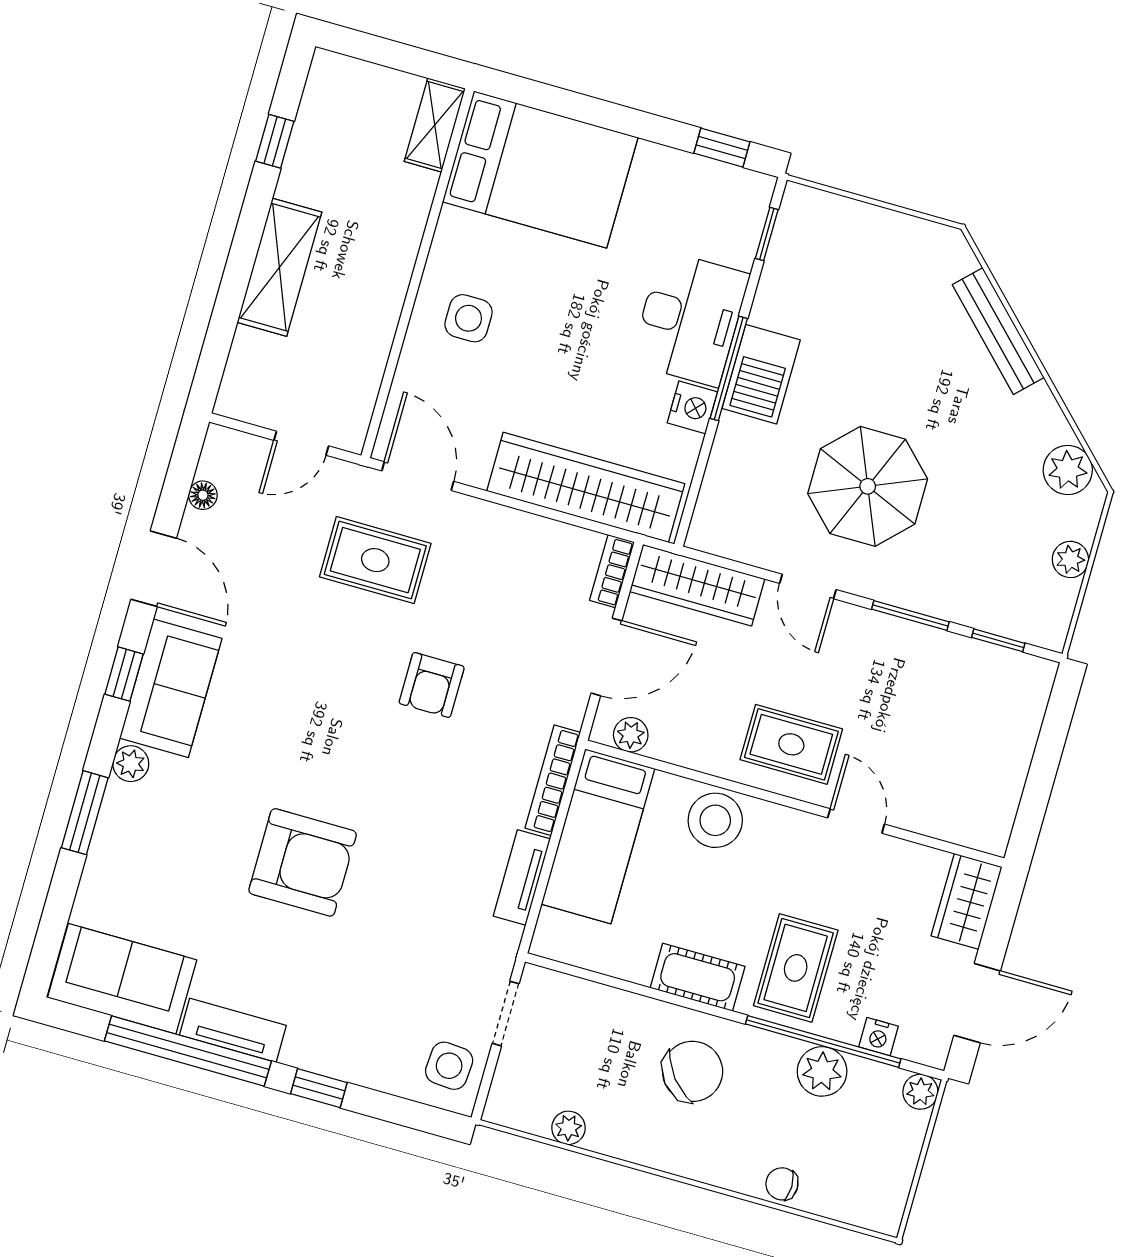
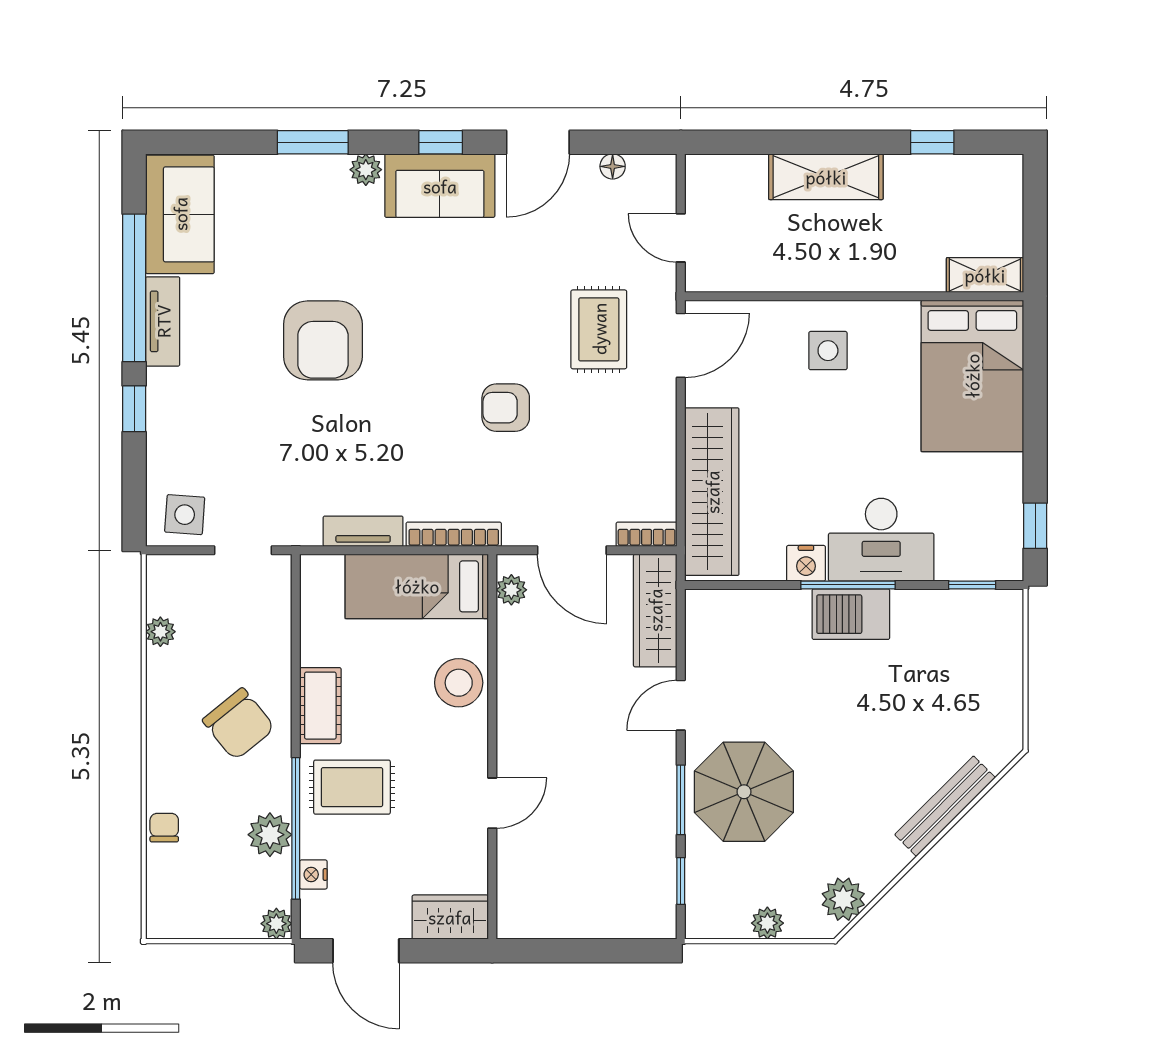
parasol: (868, 486) -> (744, 792), moved
rug: (791, 744) -> (542, 729), removed

